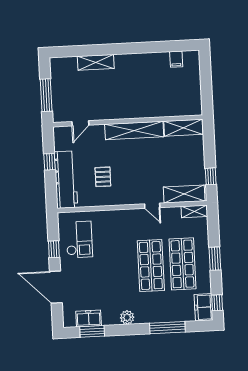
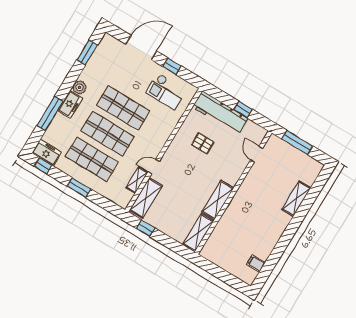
shelving: (134, 130) -> (218, 200), width x0.68
shelving: (194, 211) -> (137, 180), moved
shop shelf: (119, 267) -> (123, 108), added
freezer: (89, 318) -> (70, 104), moved

